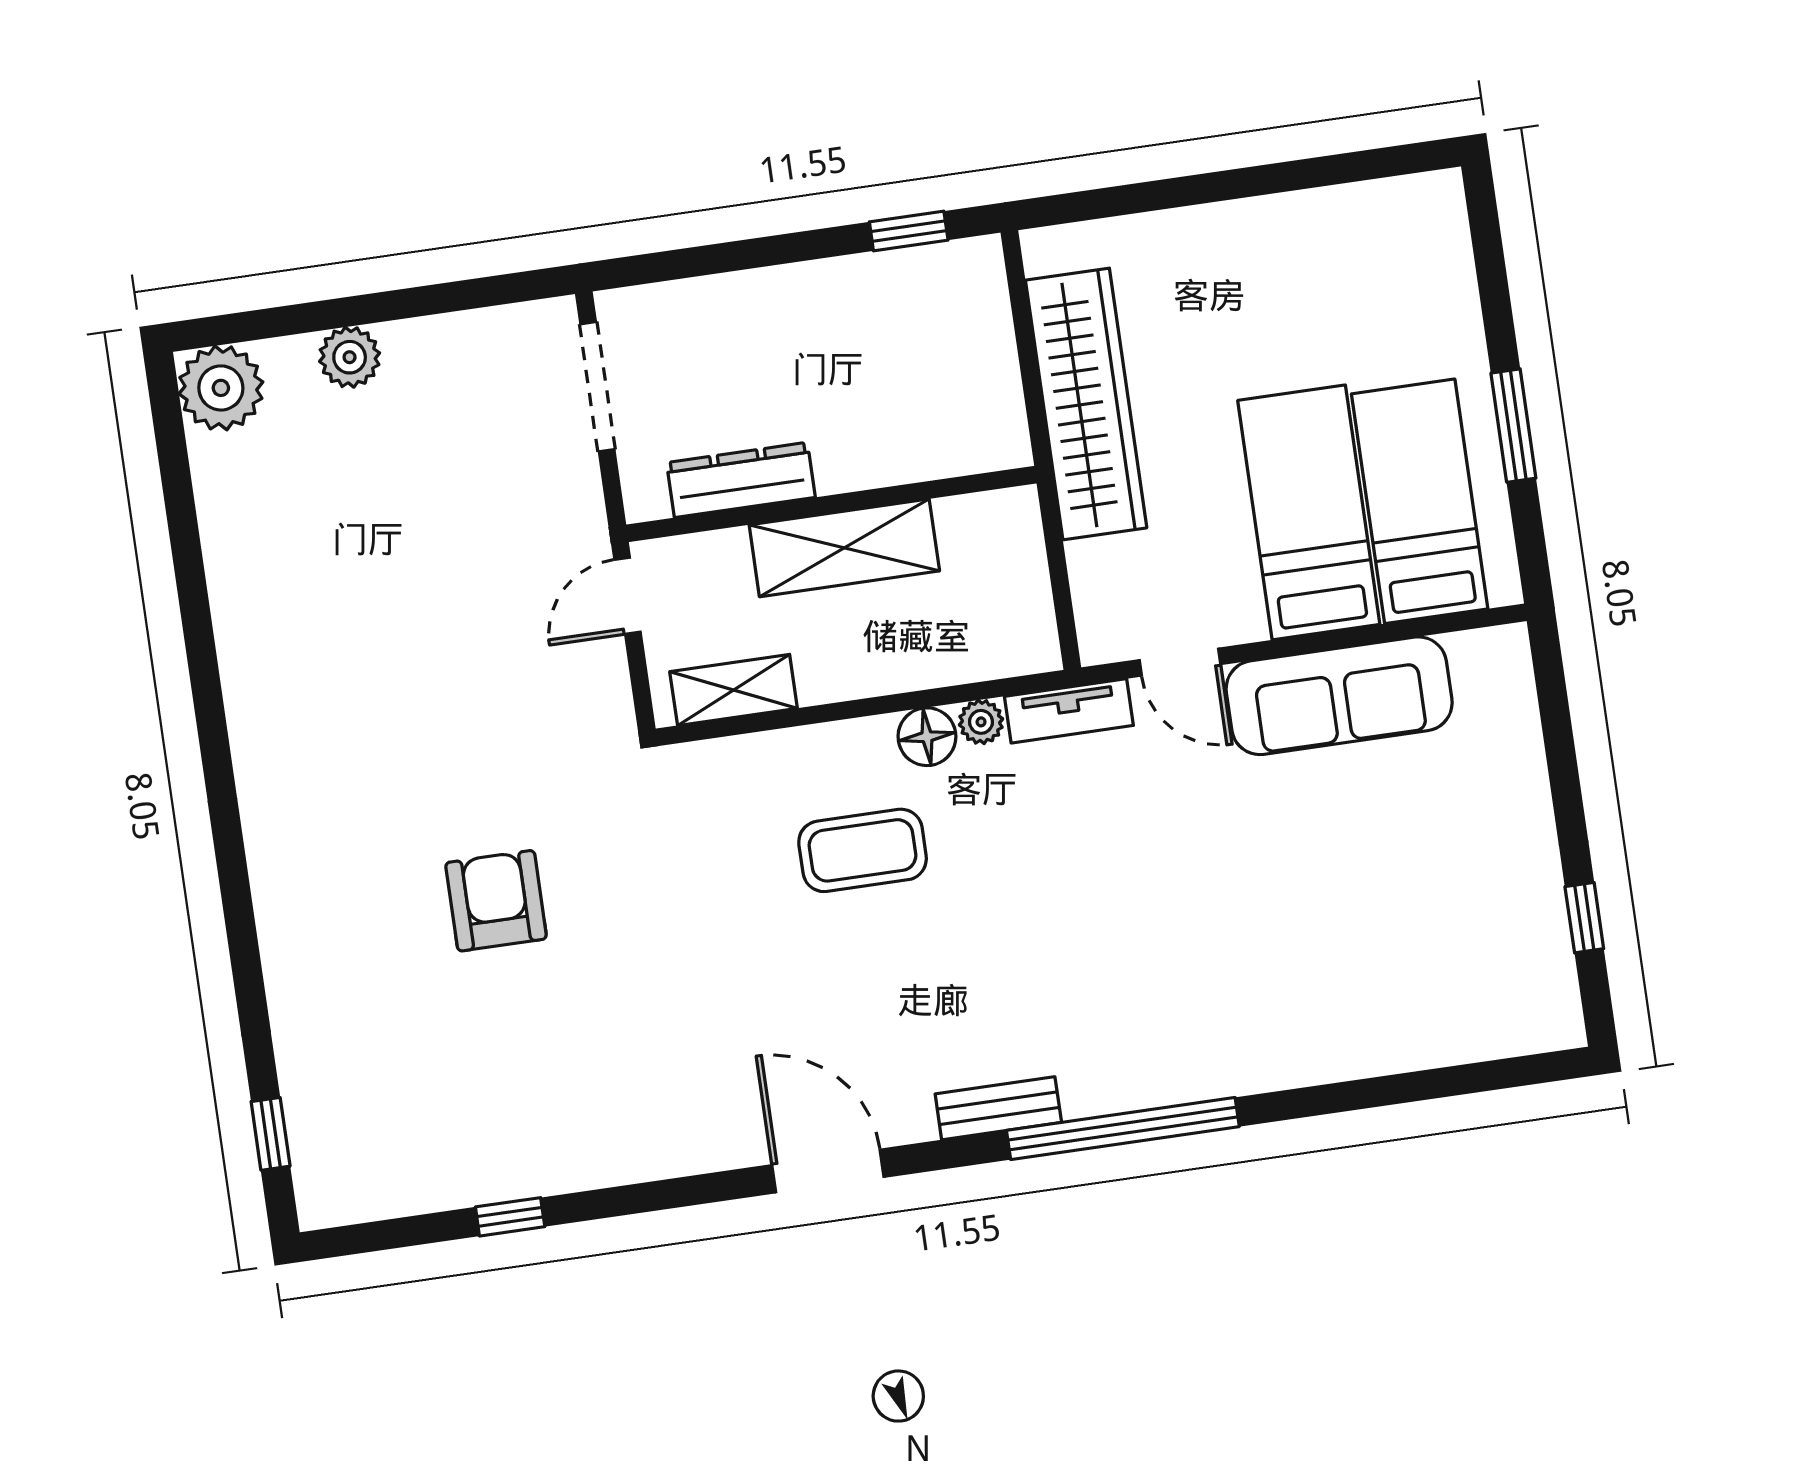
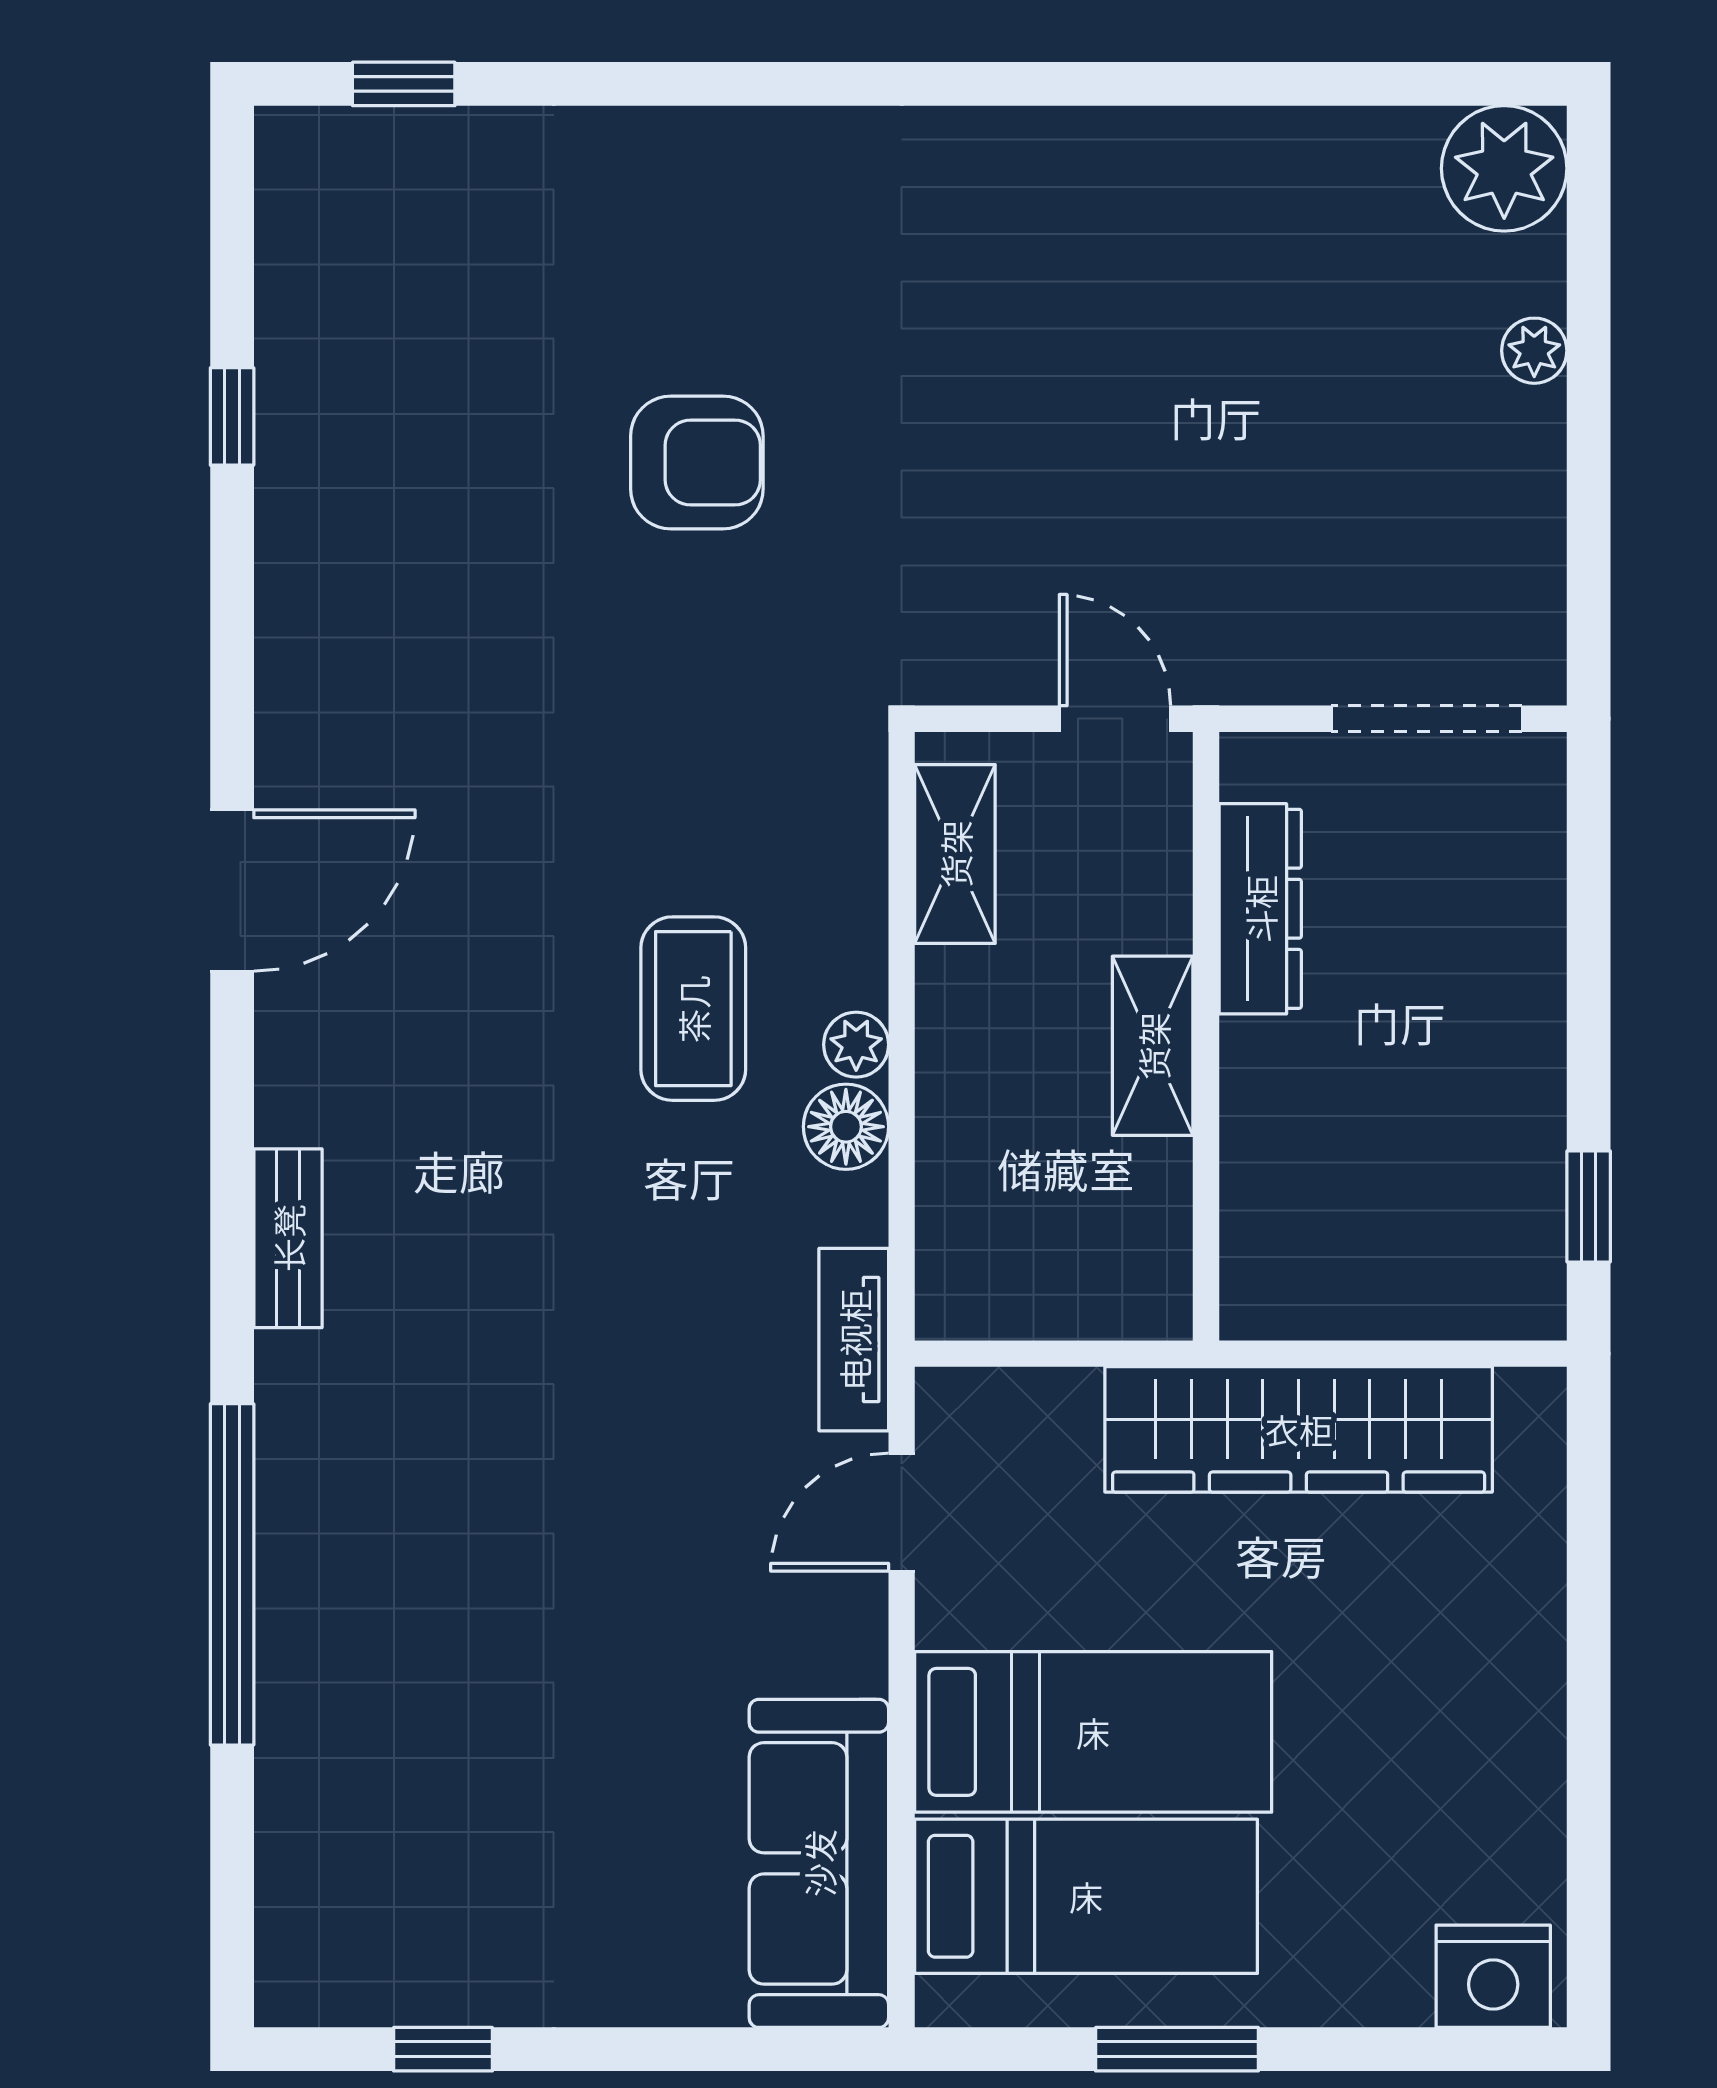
nightstand: (1434, 221) -> (1493, 1976), added
plant: (350, 357) -> (1534, 351), width x0.73, depth x0.73
shelving: (844, 548) -> (1153, 1046), width x0.67, depth x0.75
sofa: (1339, 696) -> (819, 1863), moved
plant: (981, 722) -> (856, 1045), moved
bench: (998, 1108) -> (288, 1238), moved
window: (1123, 1129) -> (232, 1574), moved

